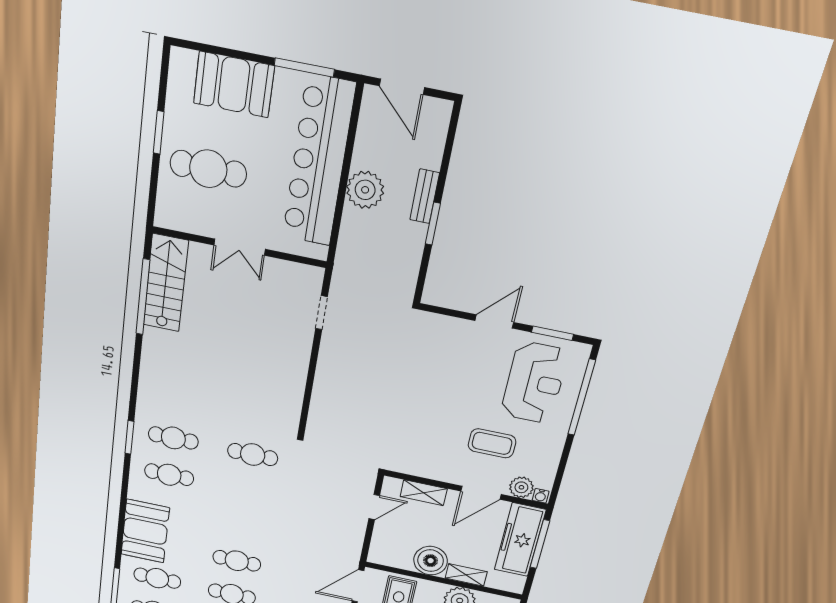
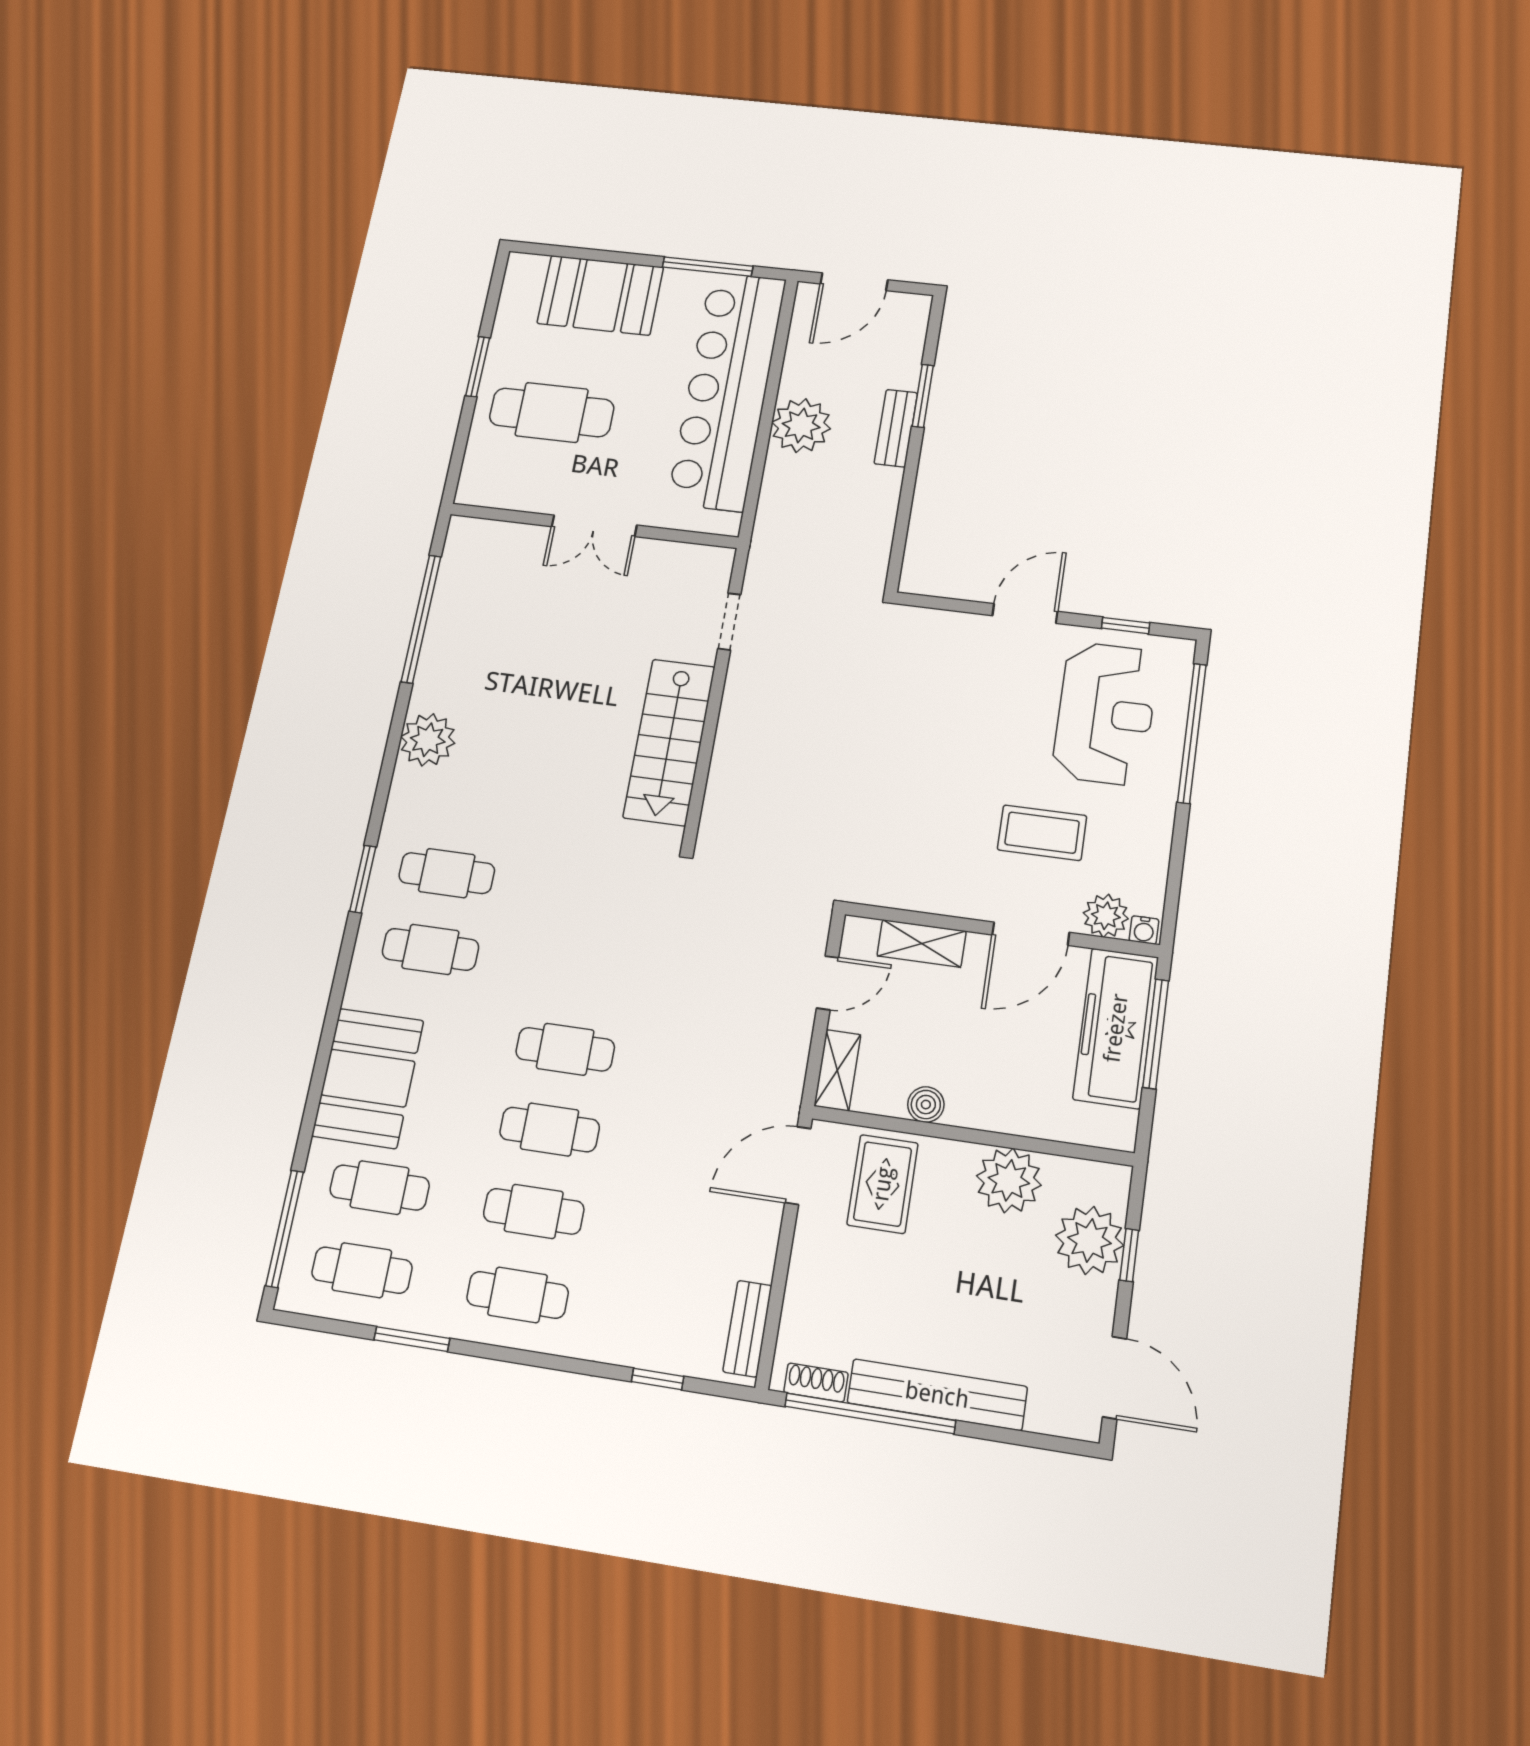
door: (402, 87) -> (854, 282), hinge flipped
window: (433, 224) -> (923, 396), moved
stairs: (166, 283) -> (669, 742), moved, turned 180
window: (552, 333) -> (1126, 626), width x0.67
plant: (155, 367) -> (428, 740), added
cafe table: (253, 455) -> (565, 1049), moved
boiler: (431, 561) -> (926, 1105), width x0.54, depth x0.54
shelving: (466, 575) -> (837, 1070), moved, turned 90

